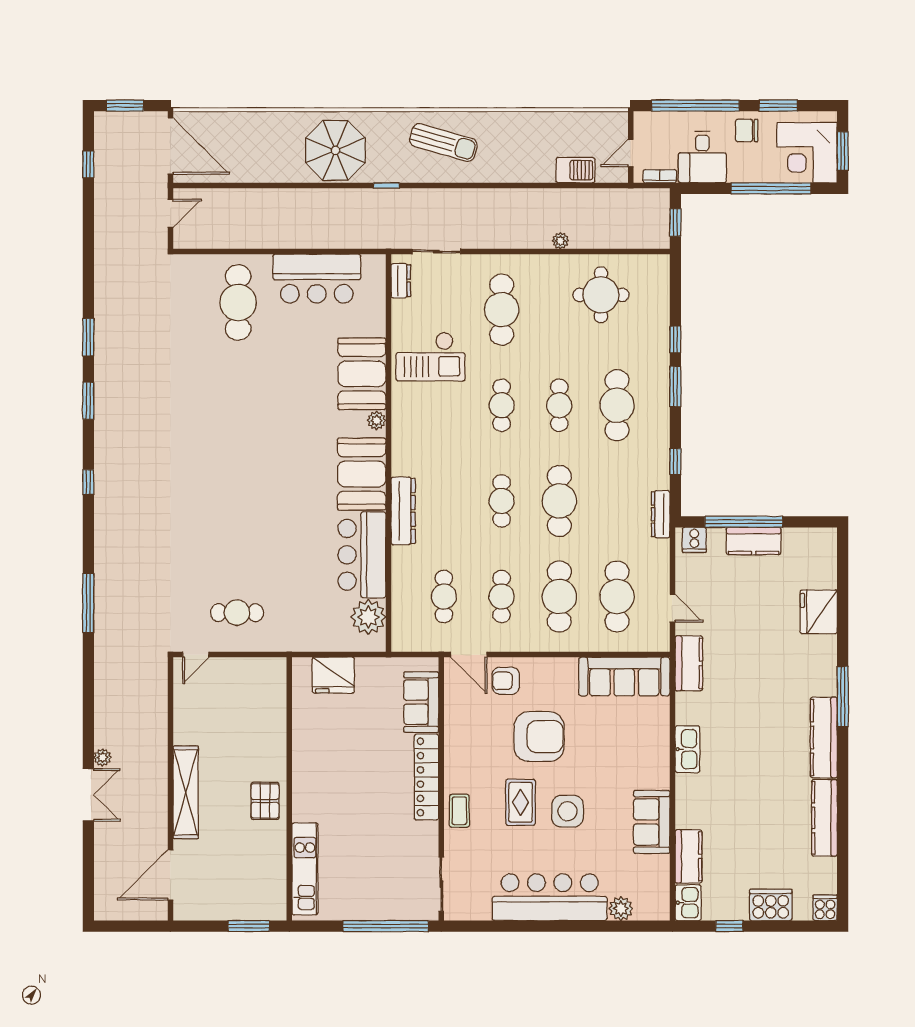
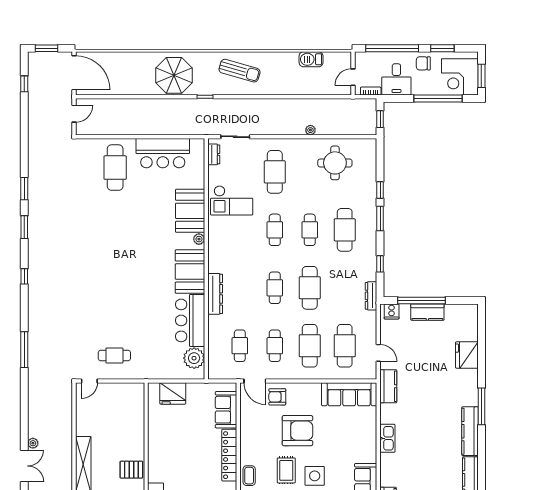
barbecue: (575, 170) -> (311, 59), moved, turned 180
pallet: (265, 801) -> (131, 470), turned 90

